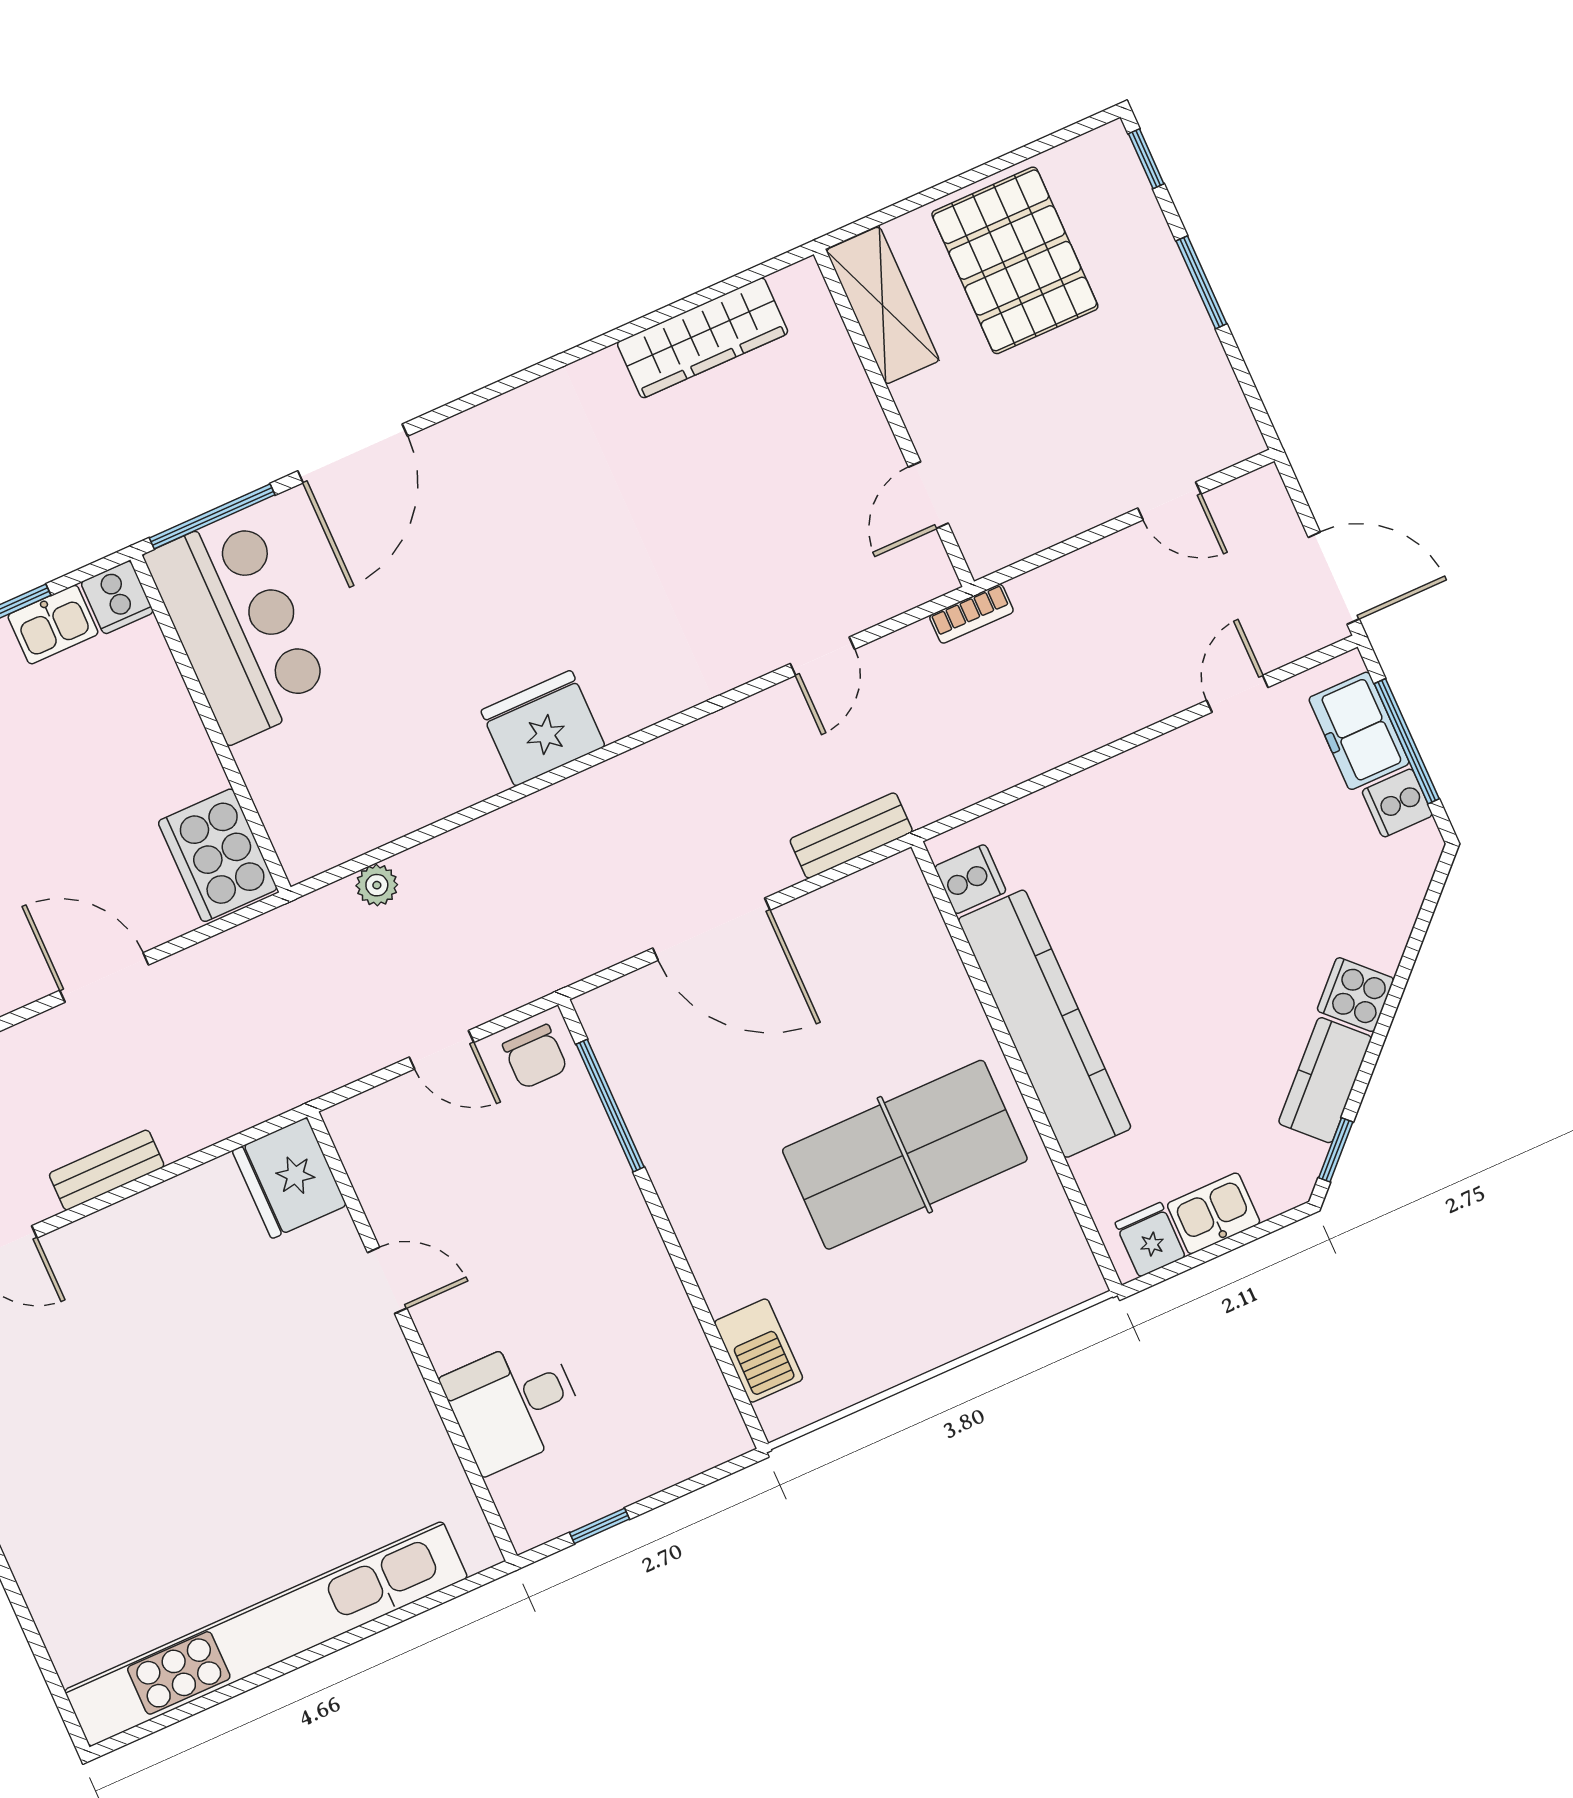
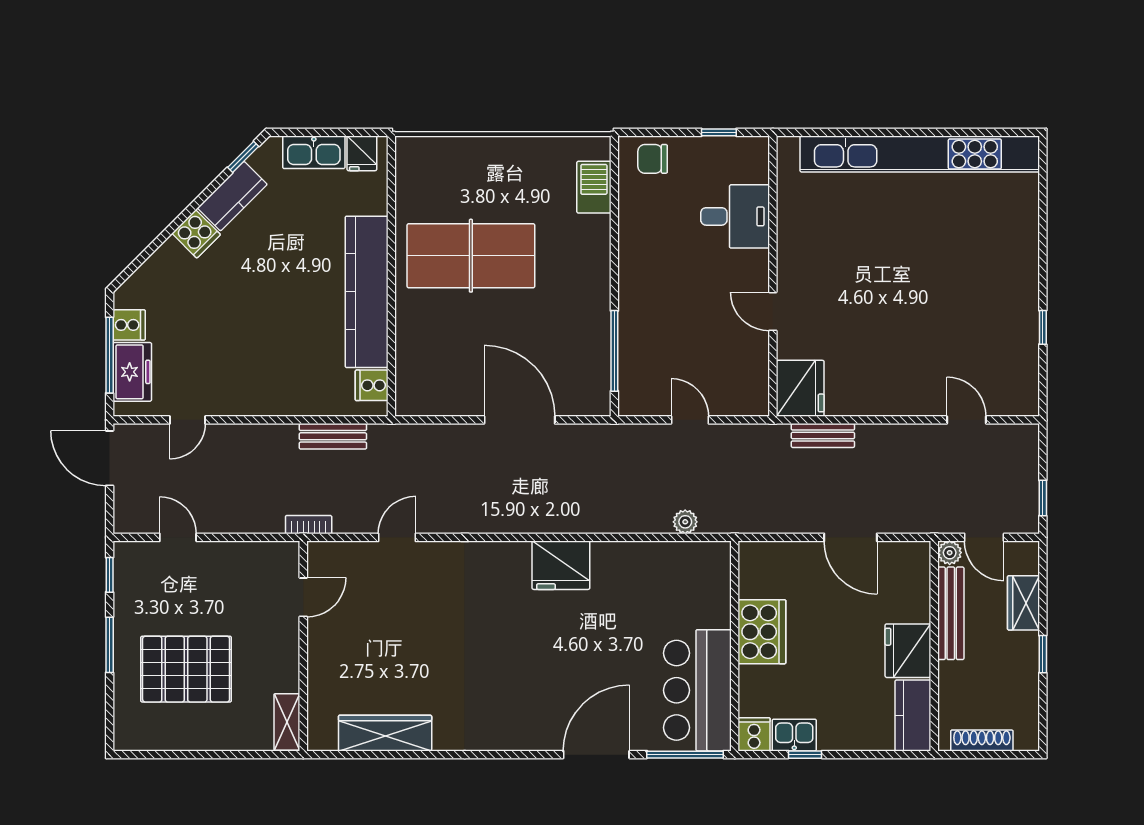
window: (1146, 159) -> (110, 575), moved
pallet: (1015, 260) -> (186, 669), moved, turned 90
shelving: (883, 305) -> (287, 722), width x0.67, depth x0.75
bench: (851, 836) -> (333, 436), moved
cooker: (218, 855) -> (762, 632), moved
chair: (535, 1057) -> (653, 159), moved, turned -90
bench: (107, 1170) -> (823, 436), moved
kitchen sink: (1214, 1213) -> (314, 152), width x1.38

